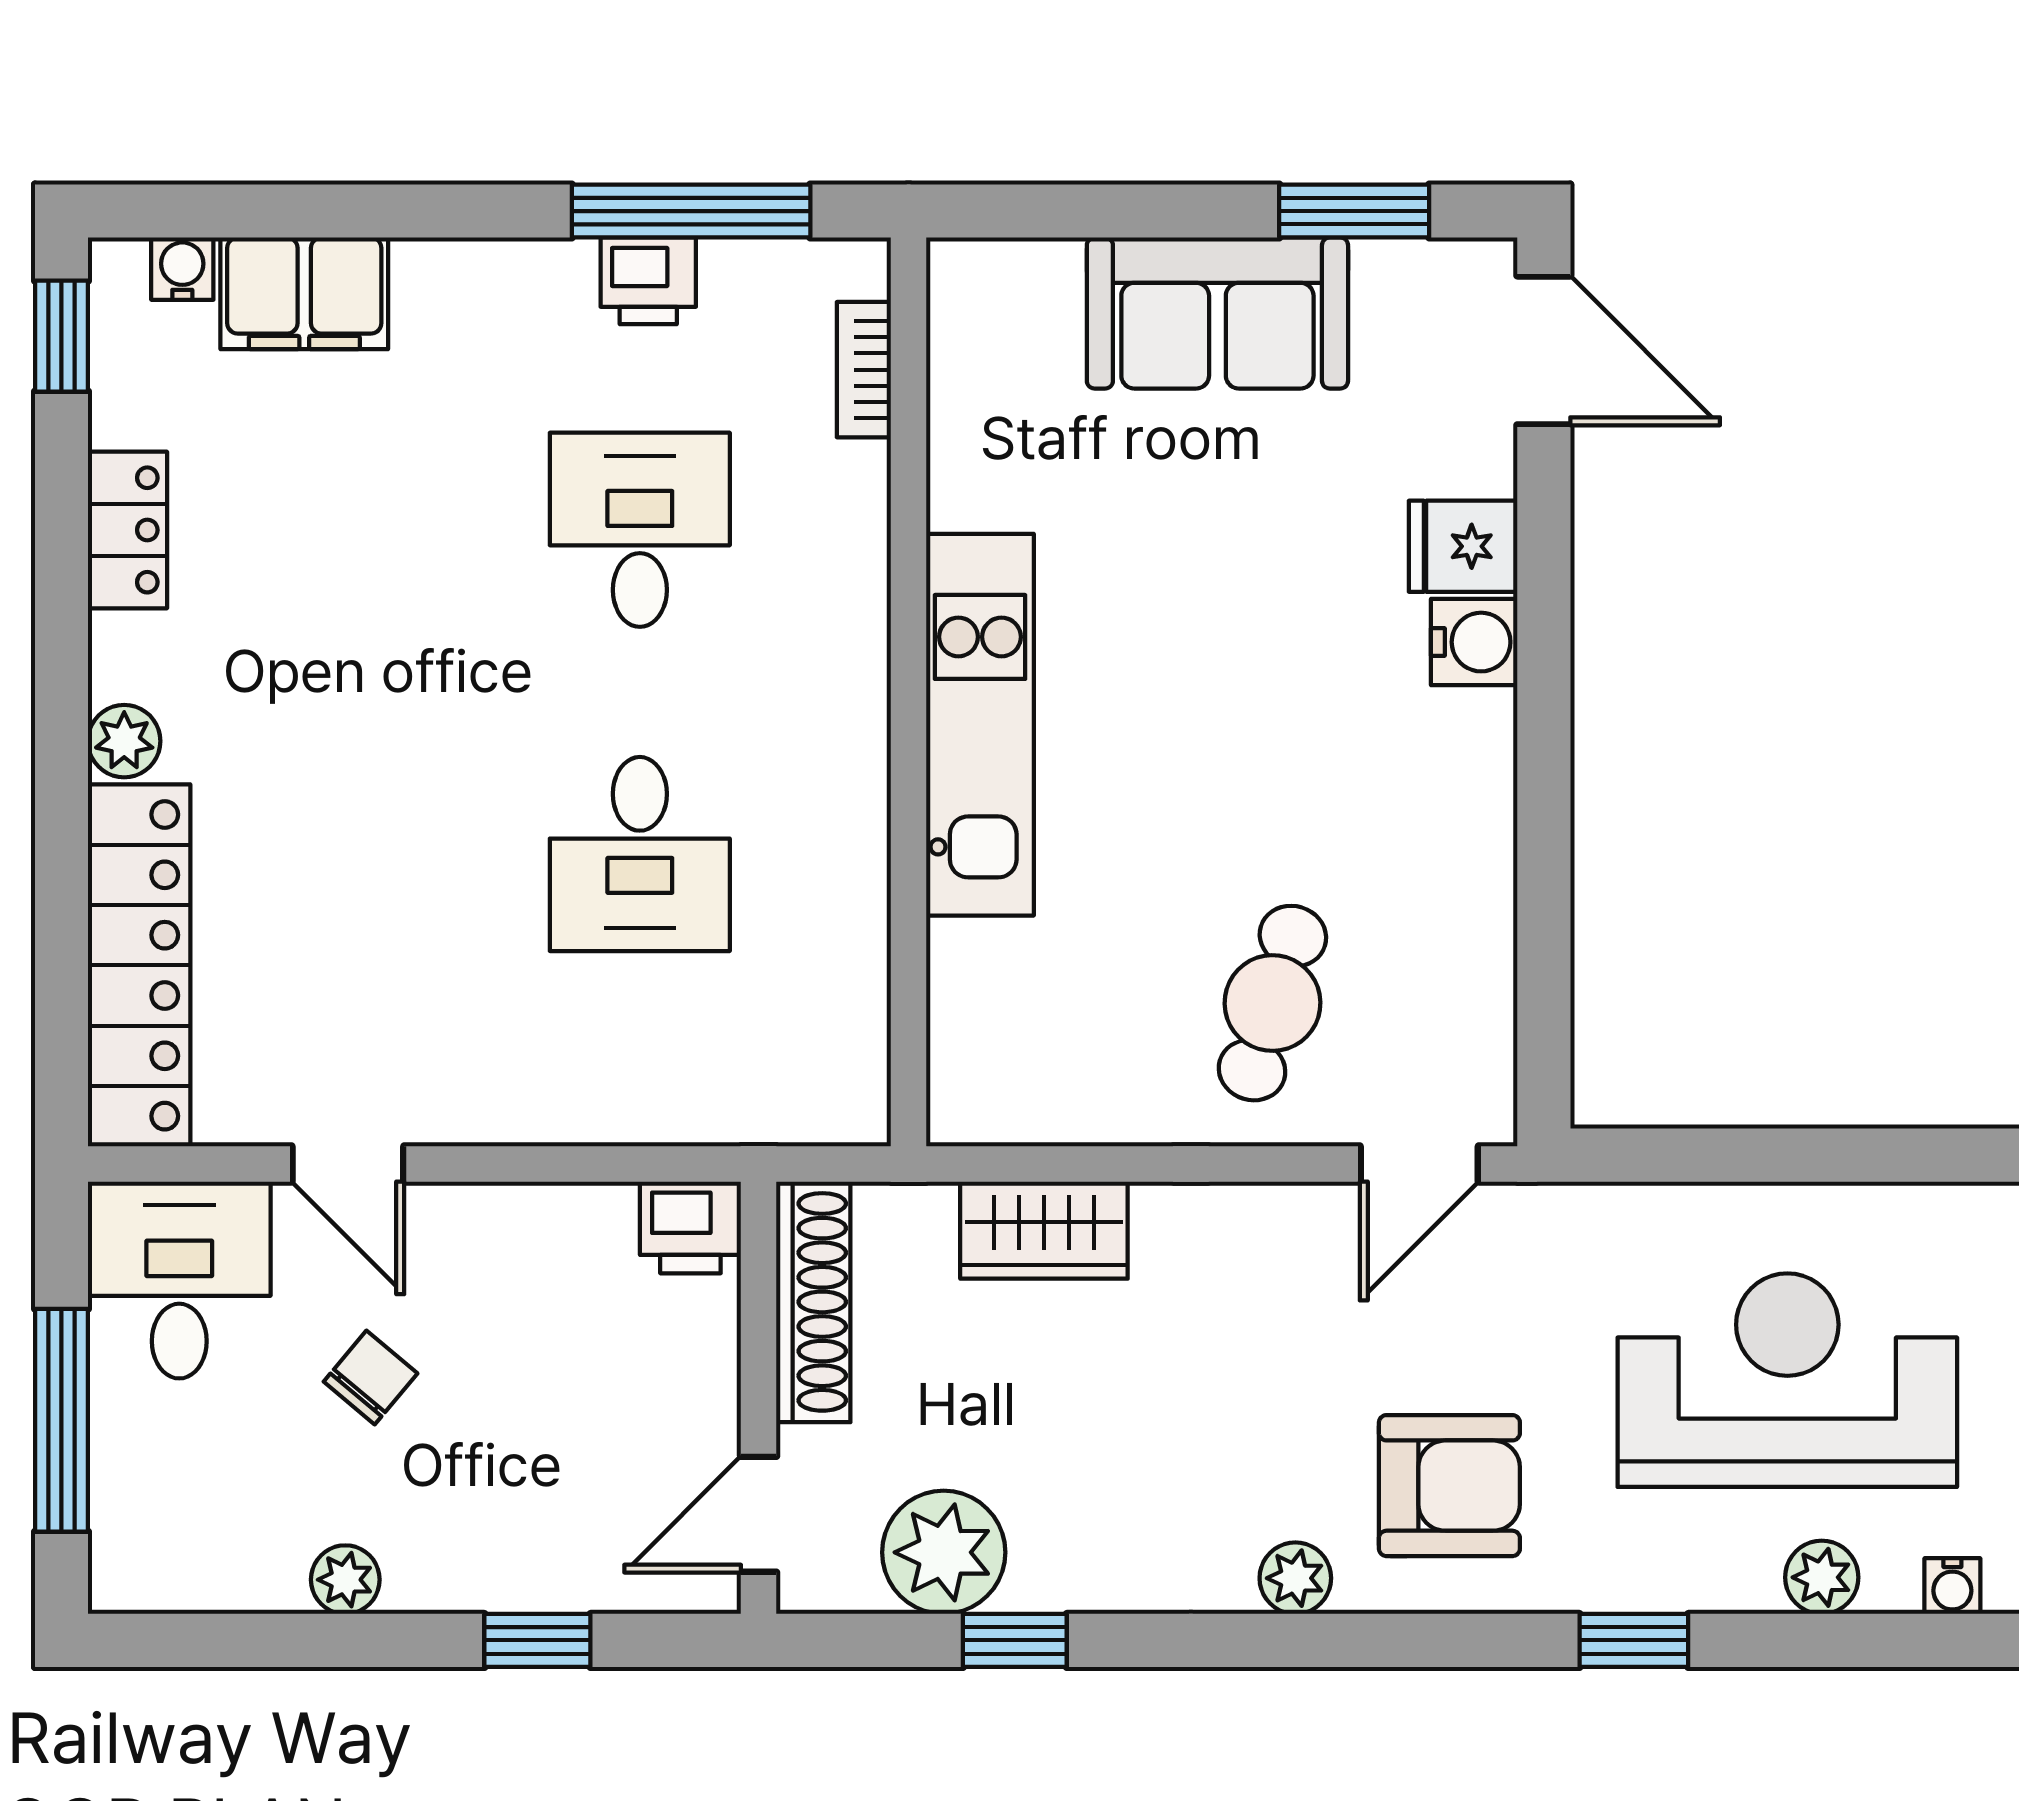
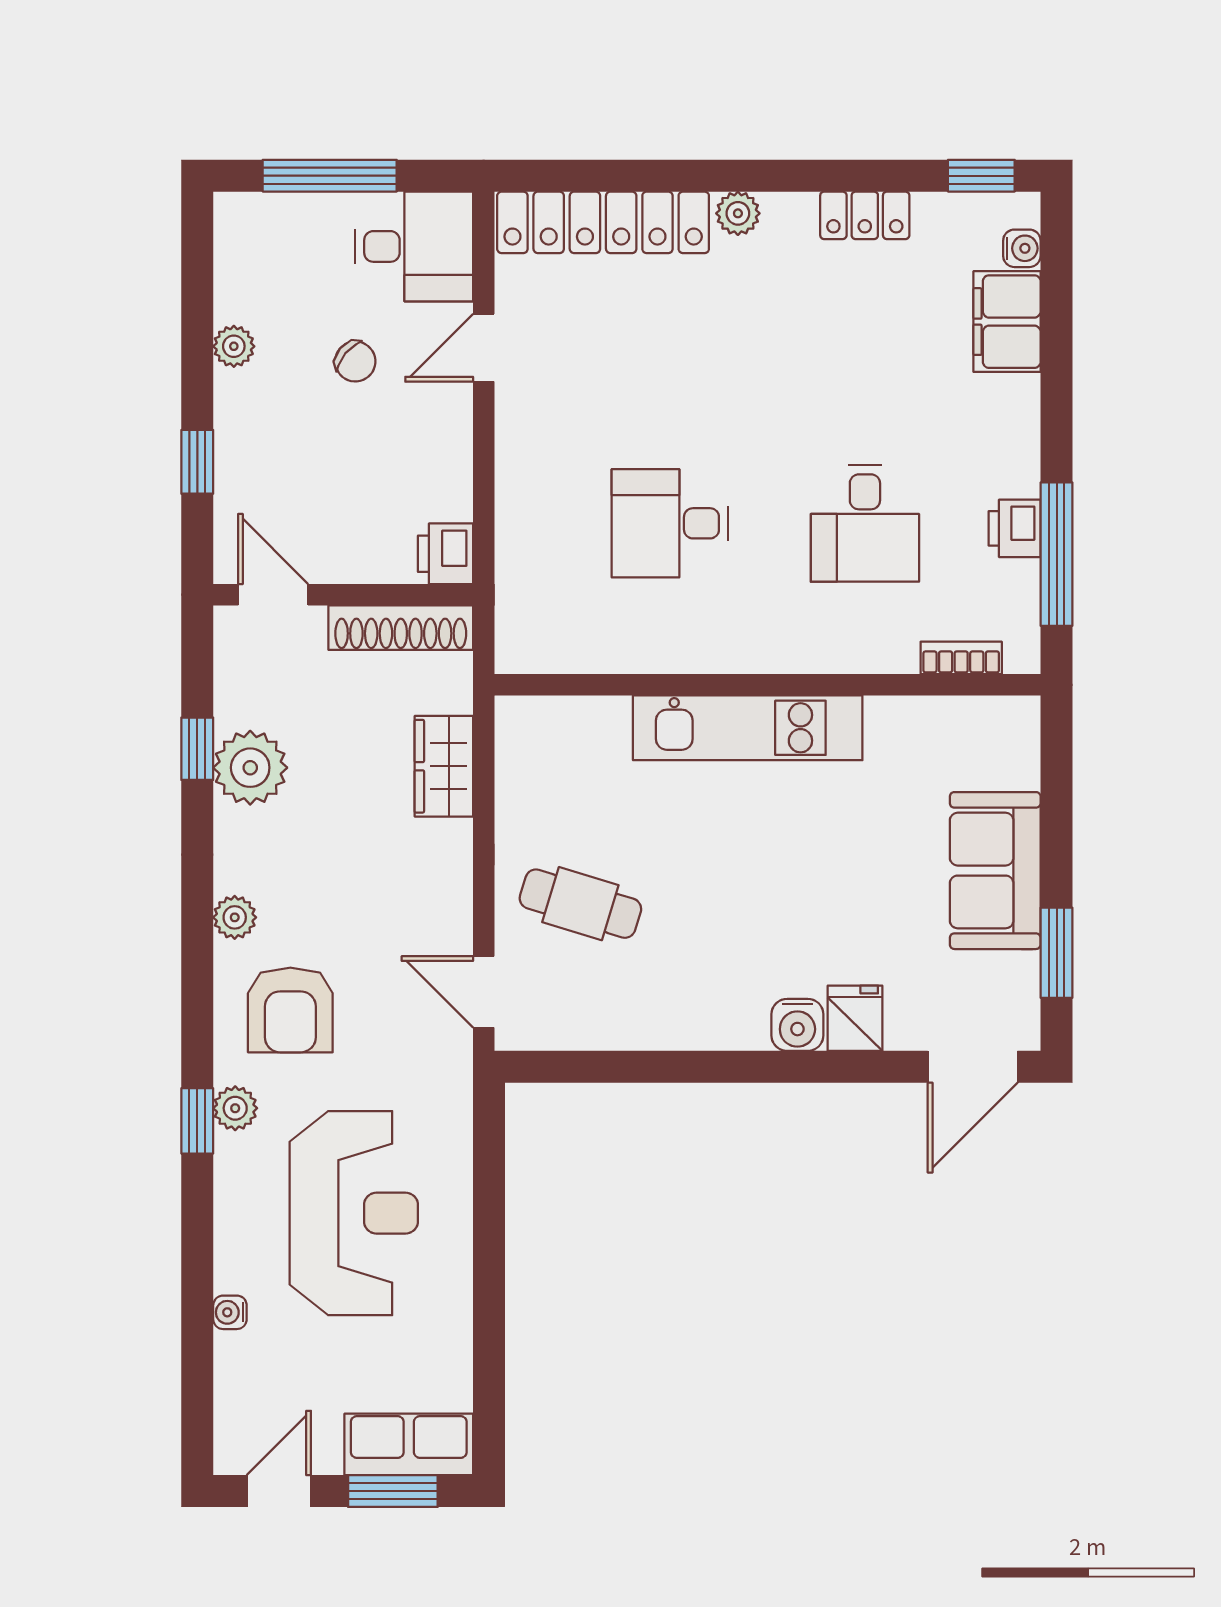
desk: (640, 530) -> (865, 523), turned 90
plant: (944, 1552) -> (250, 768), moved
plant: (1822, 1577) -> (235, 1108), moved

